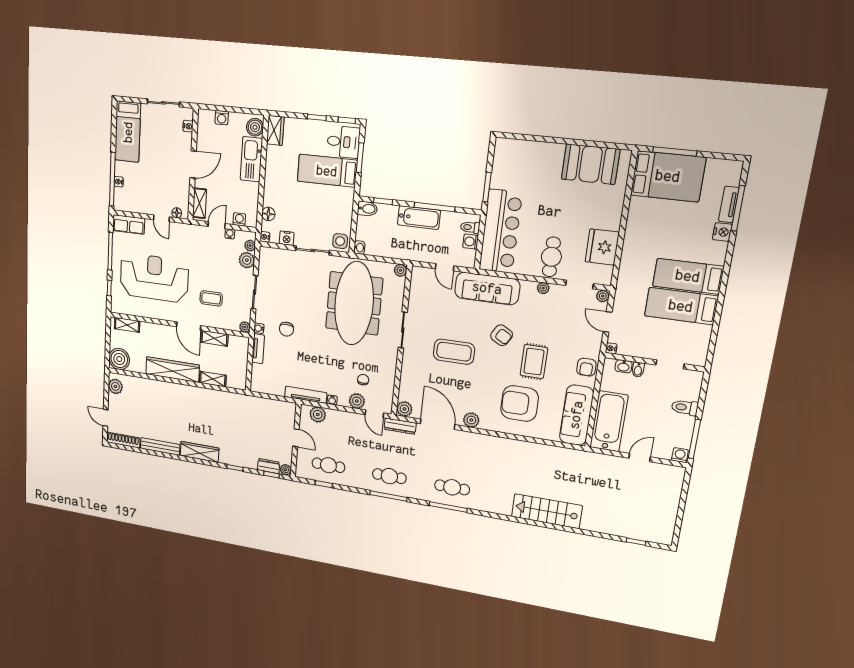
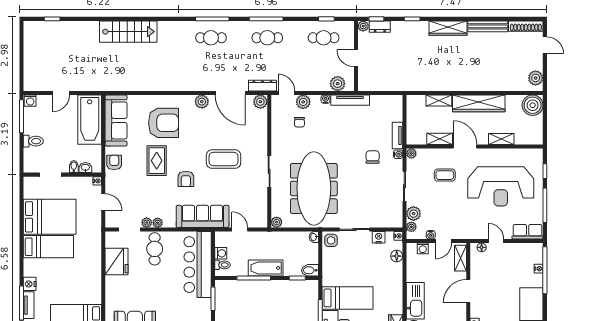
plant: (603, 296) -> (147, 223), moved
bed: (681, 306) -> (50, 217), width x1.50
shelving: (127, 325) -> (501, 139), moved
armchair: (502, 335) -> (186, 179), turned -120

